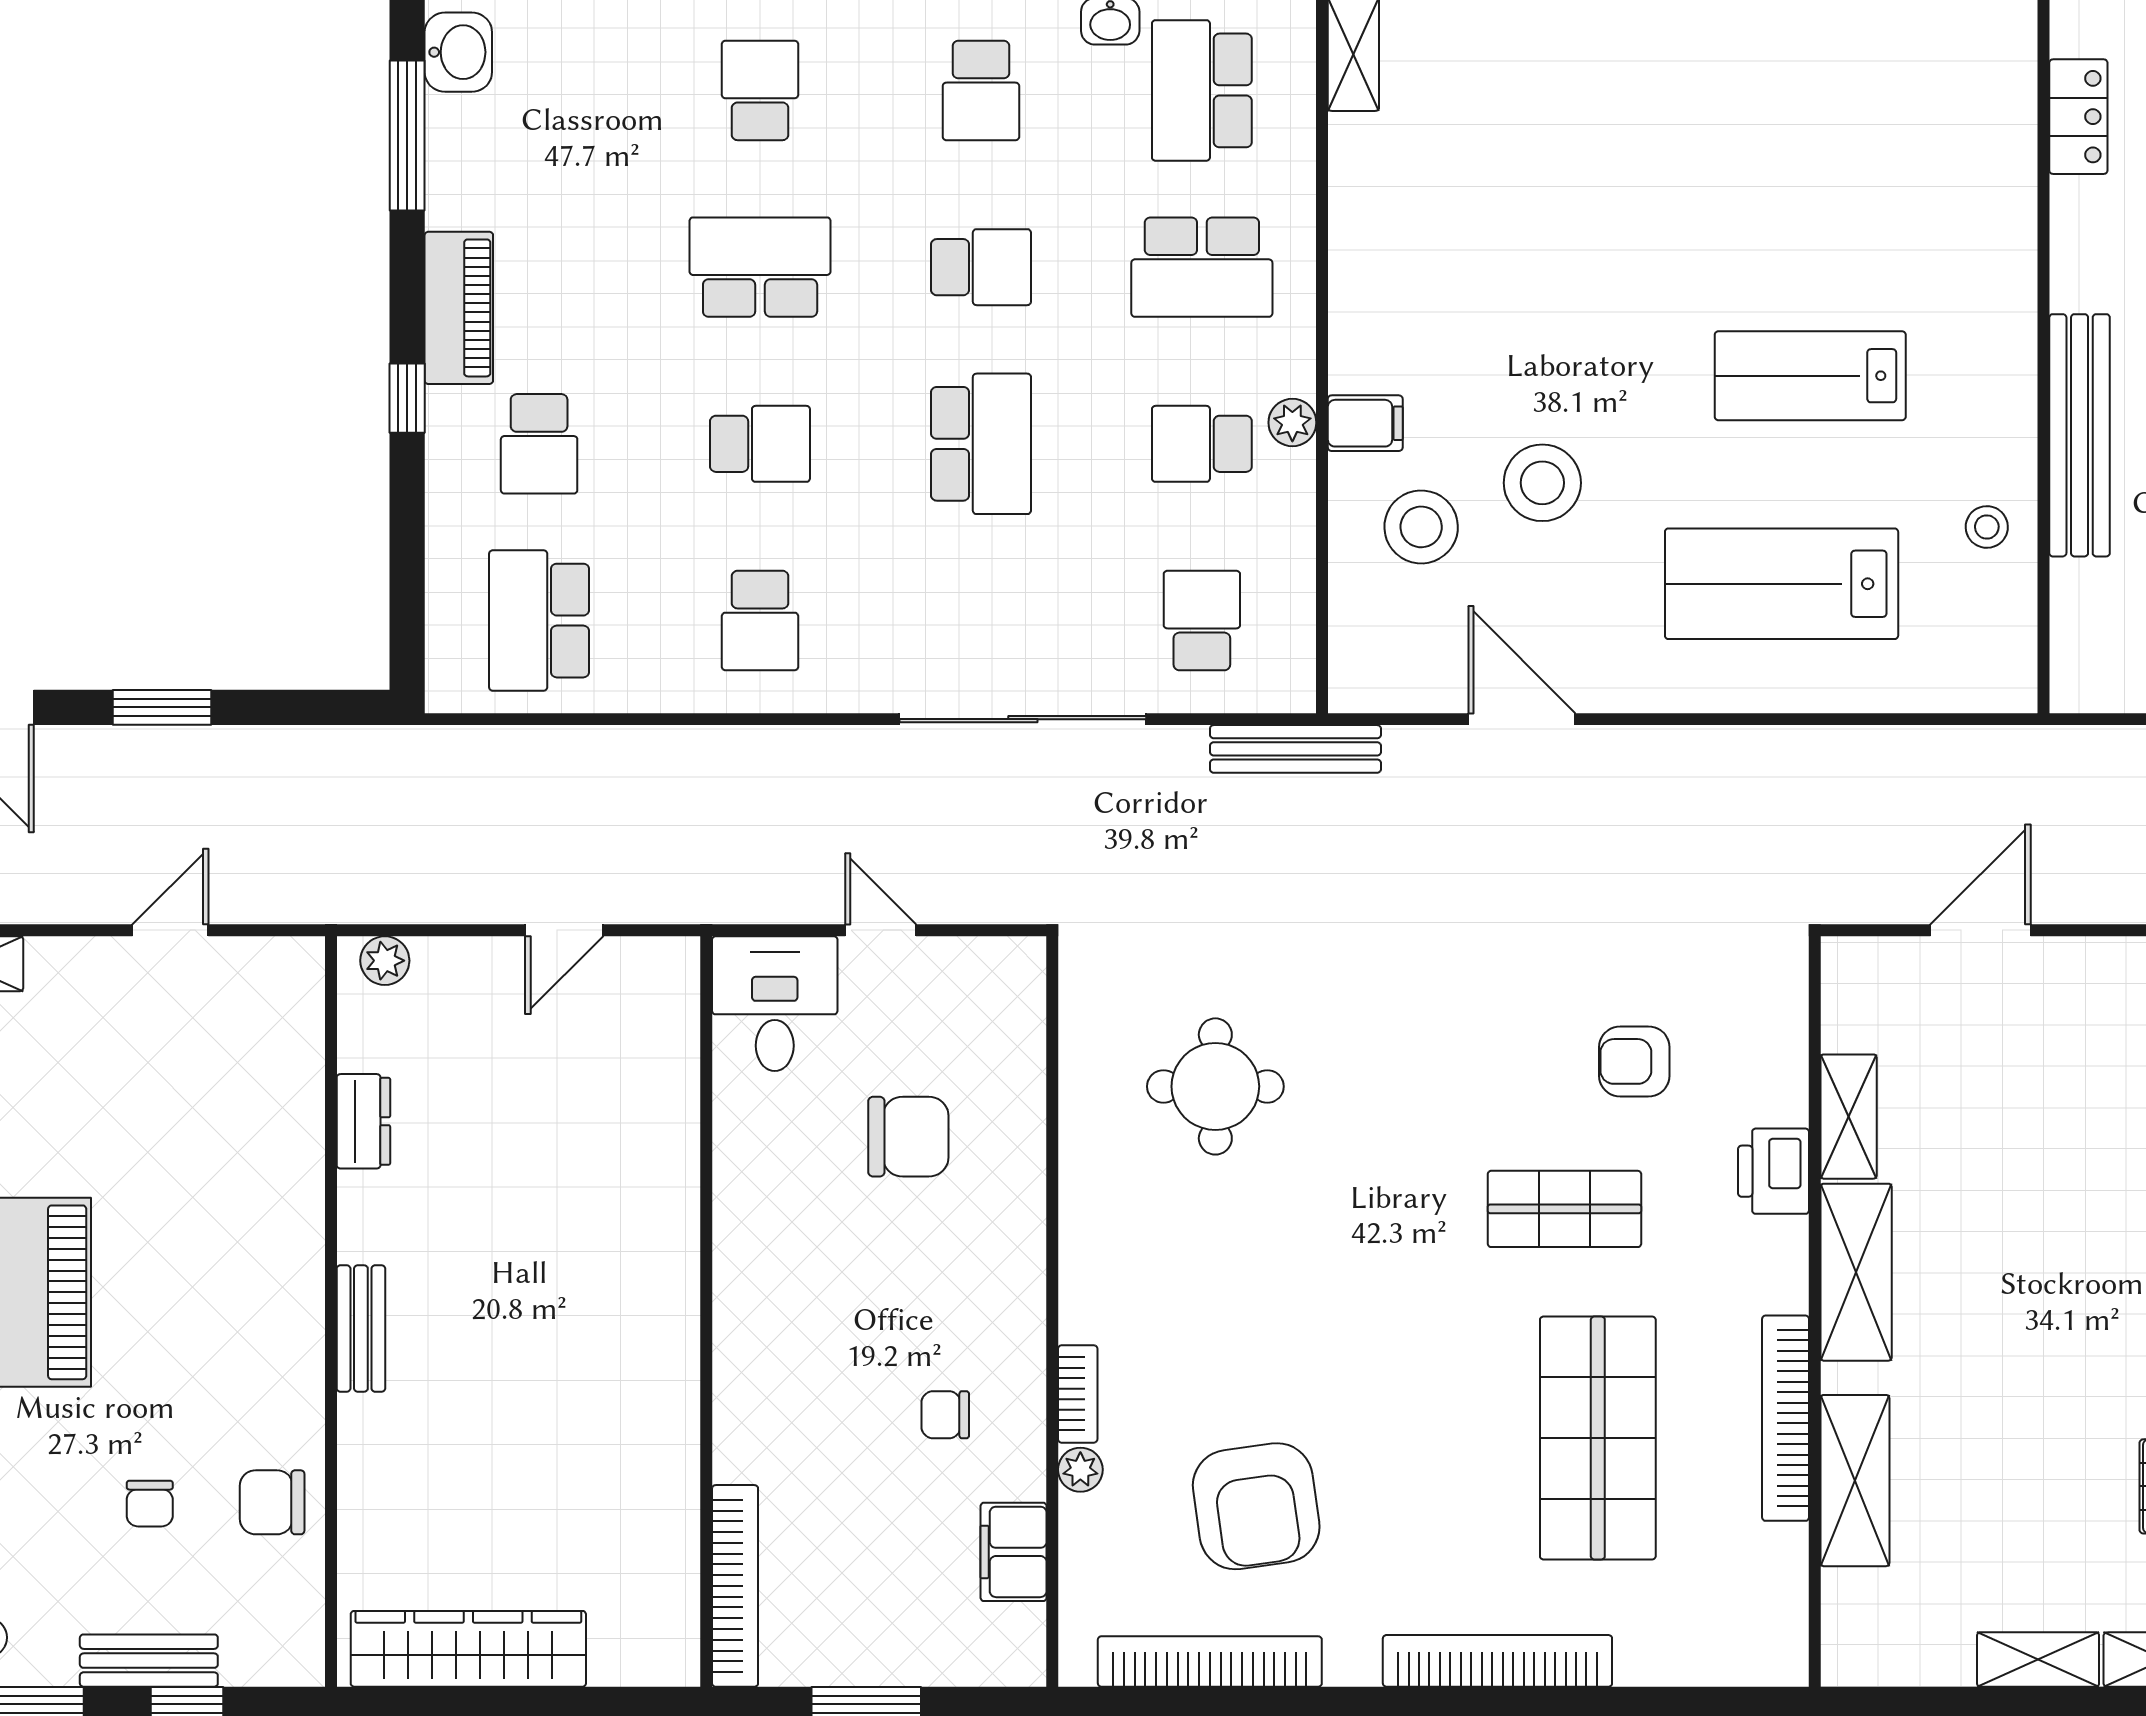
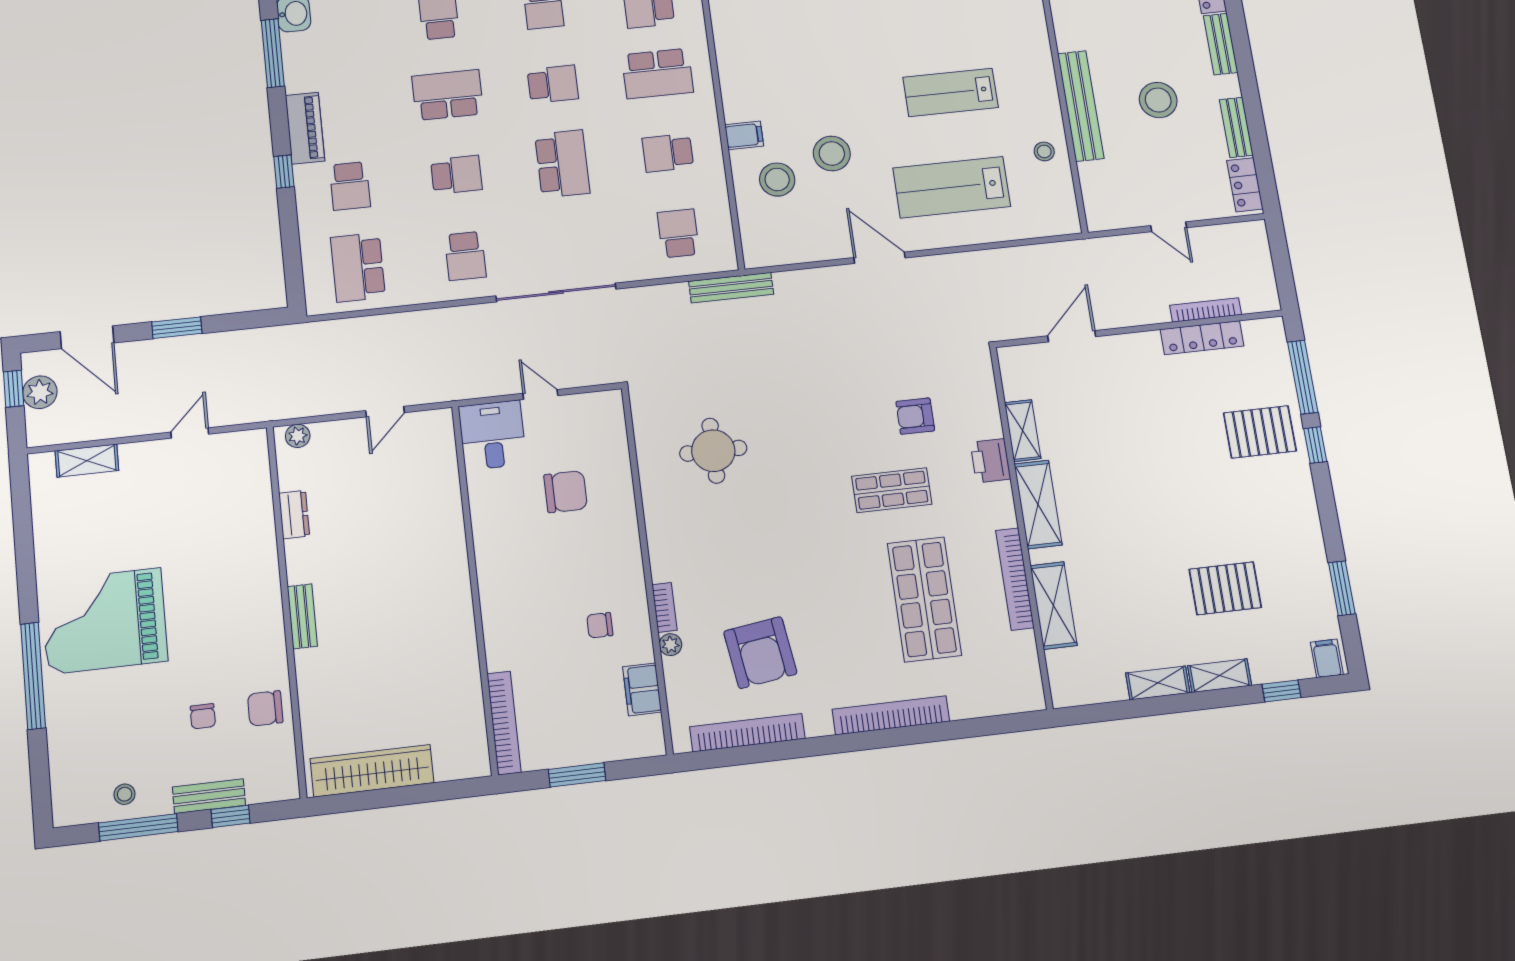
plant: (1292, 423) -> (710, 139), removed
sliding door: (1023, 719) -> (556, 292), moved
door: (1522, 719) -> (879, 258), moved

